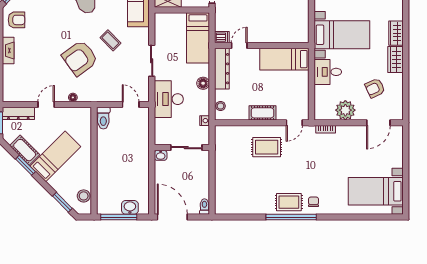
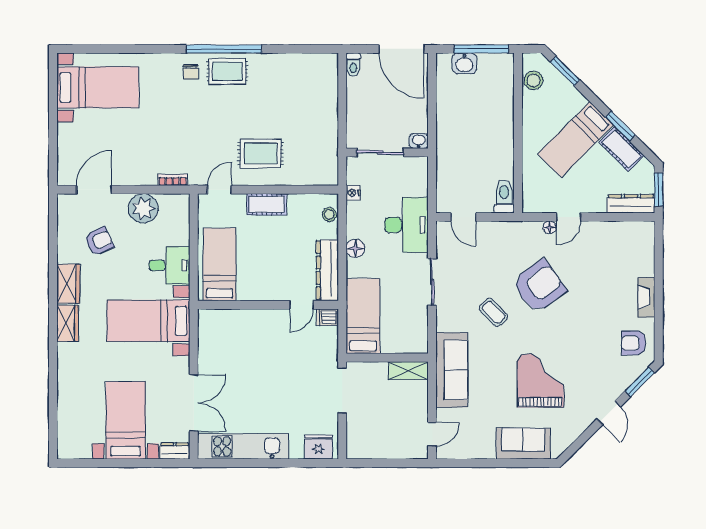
bed: (284, 59) -> (219, 264), moved, turned -90
door: (46, 104) -> (569, 217), moved

